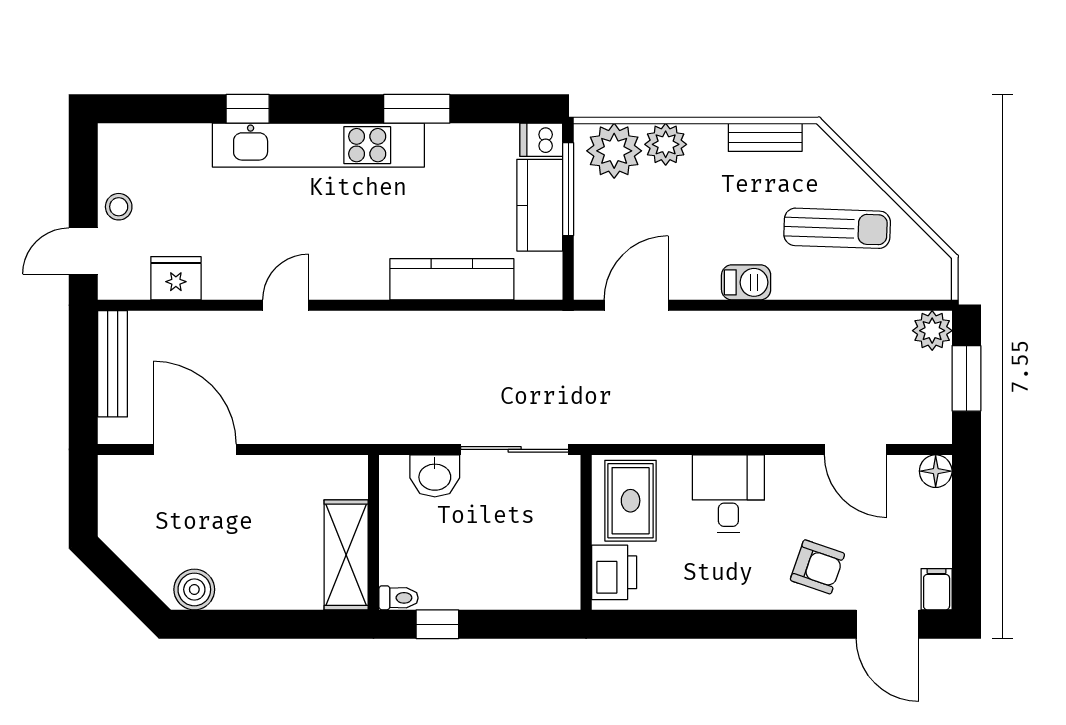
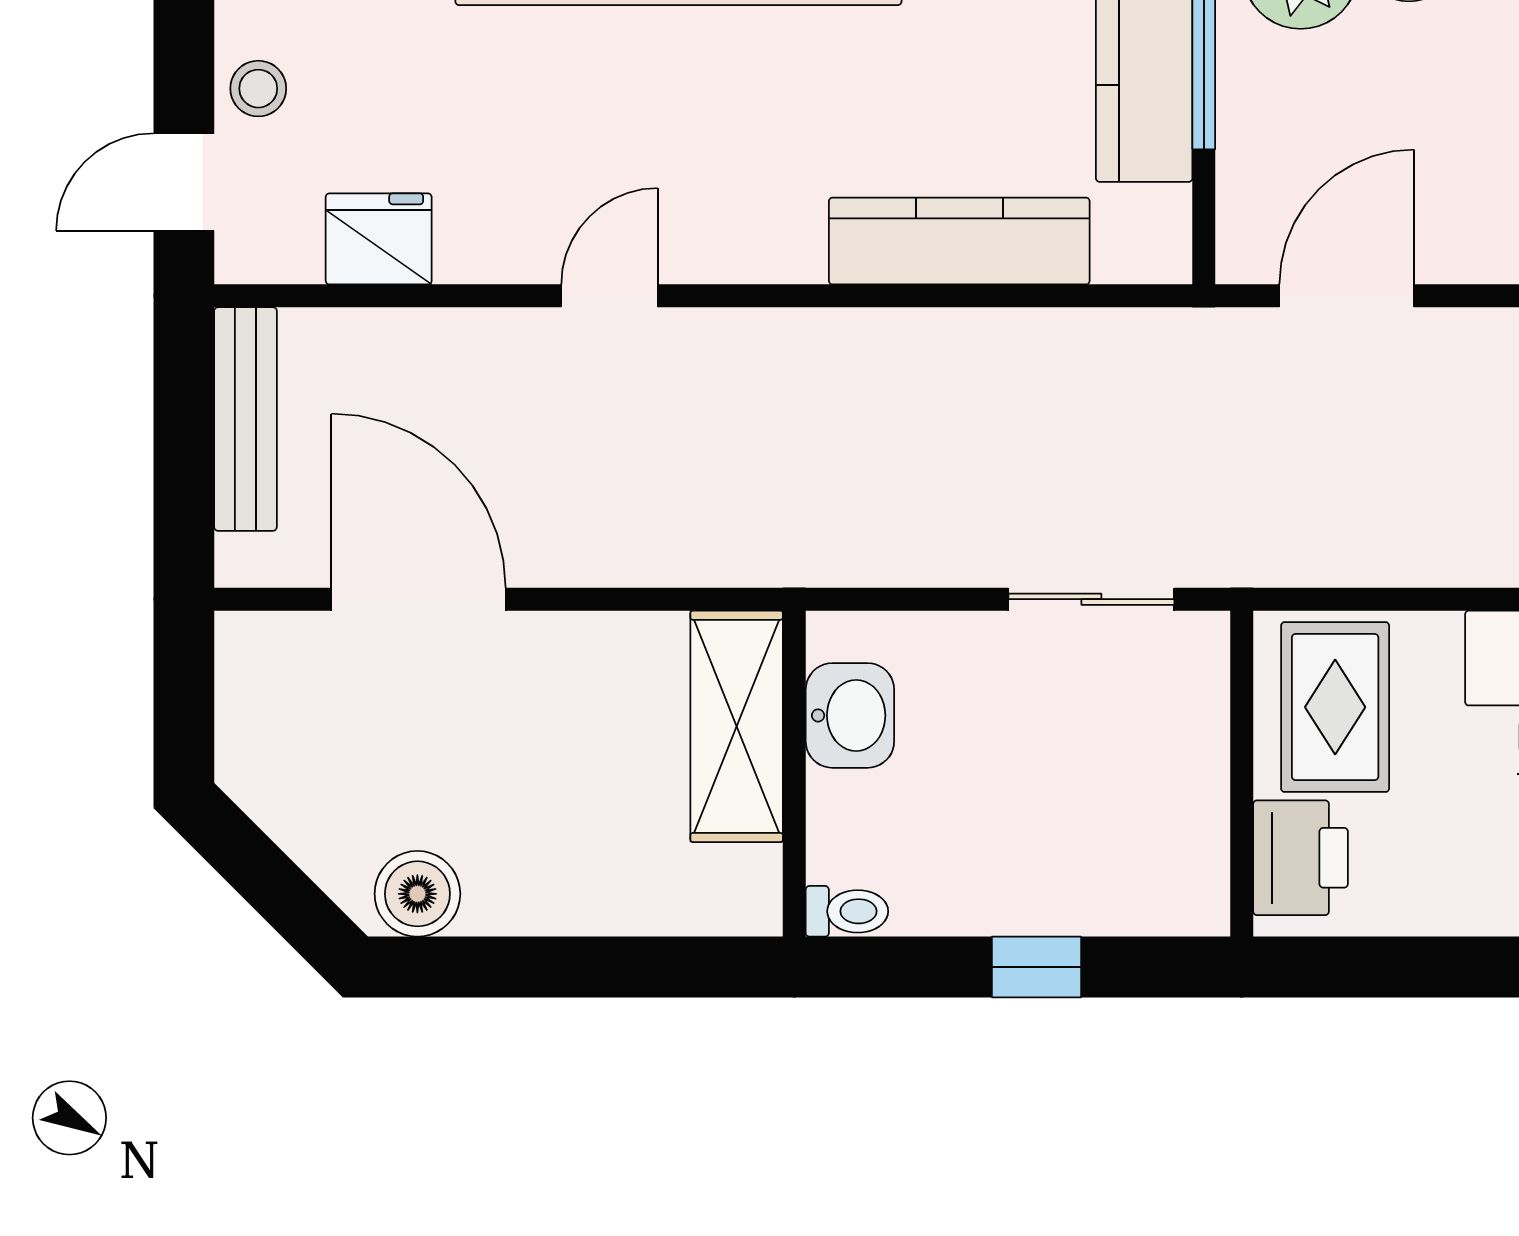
sliding door: (515, 449) -> (1091, 599), width x0.73
washbasin: (435, 476) -> (850, 715), moved, turned -90
shelving: (346, 555) -> (737, 726), moved
window: (437, 624) -> (1036, 967), moved

